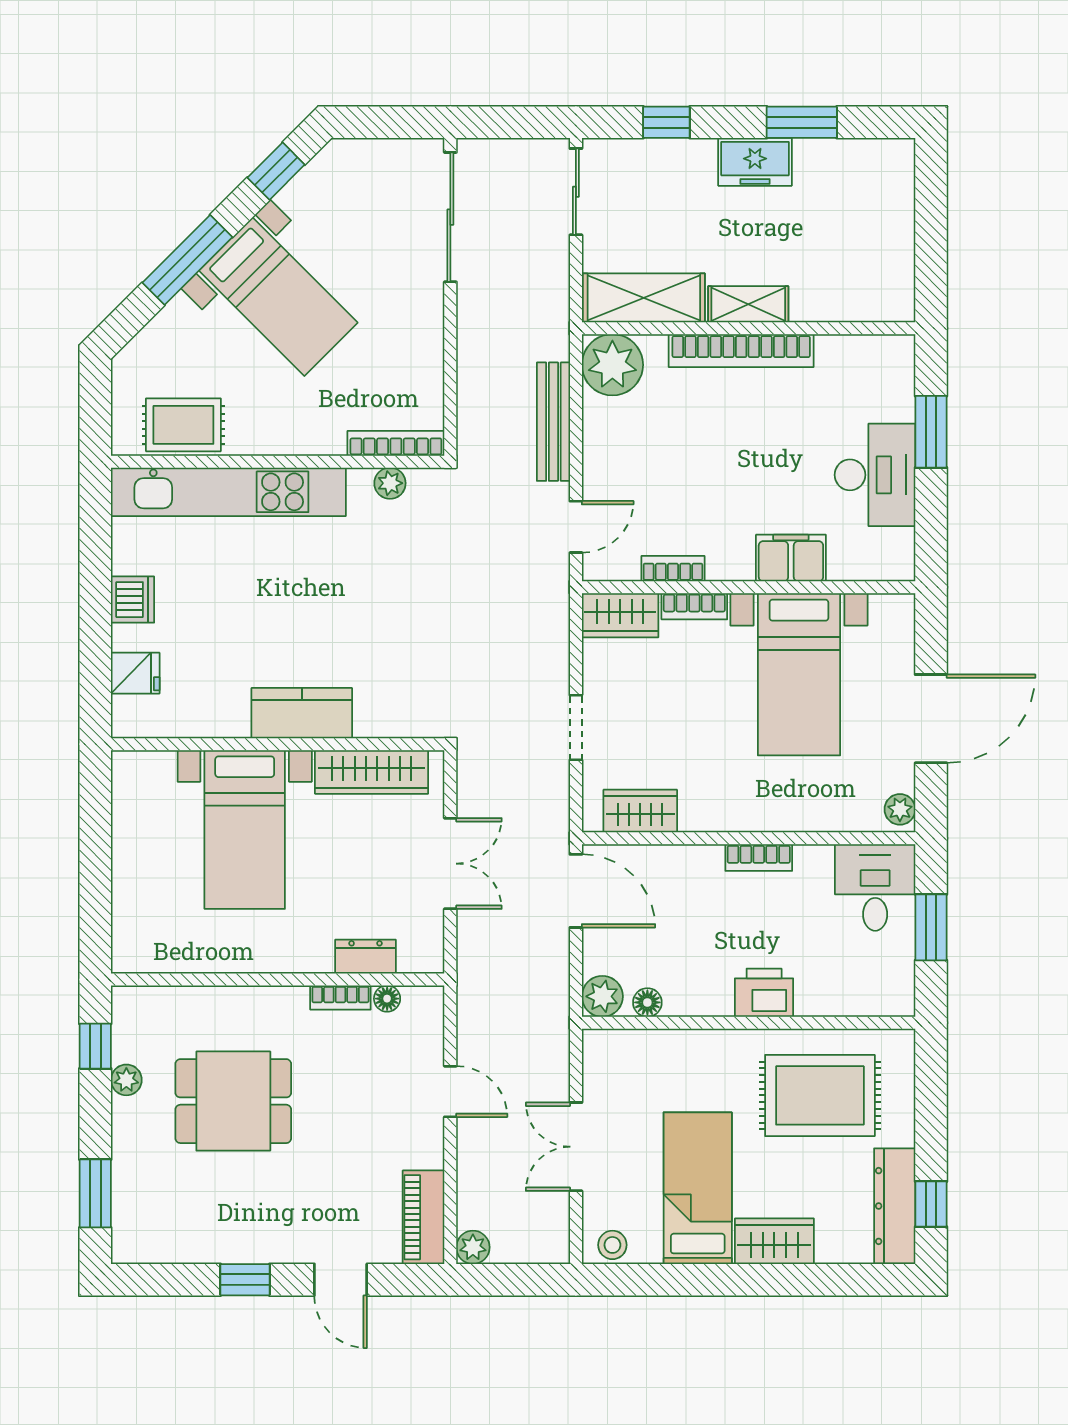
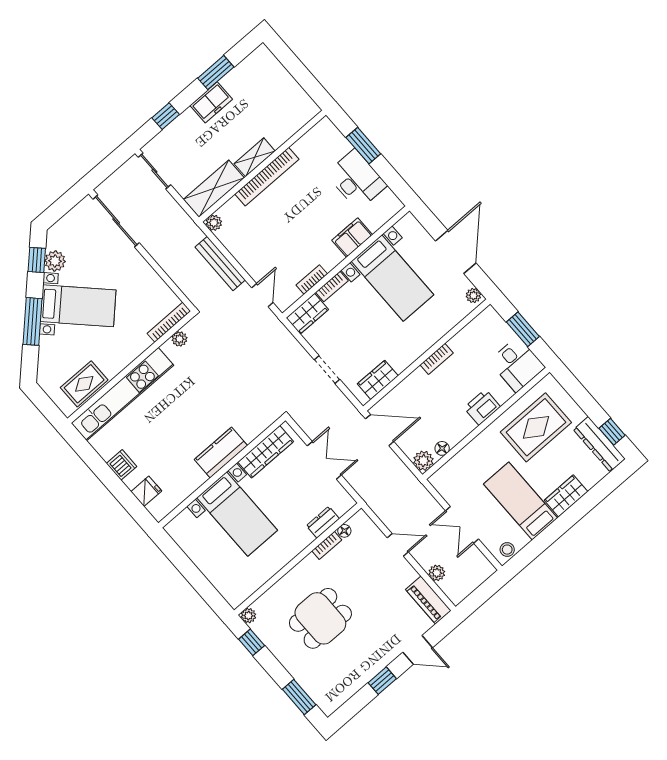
plant: (303, 197) -> (55, 261), added
plant: (612, 365) -> (214, 223), width x0.53, depth x0.53
desk: (875, 887) -> (517, 364), moved, turned 180
plant: (126, 1080) -> (248, 616), moved
plant: (473, 1247) -> (437, 573), moved

